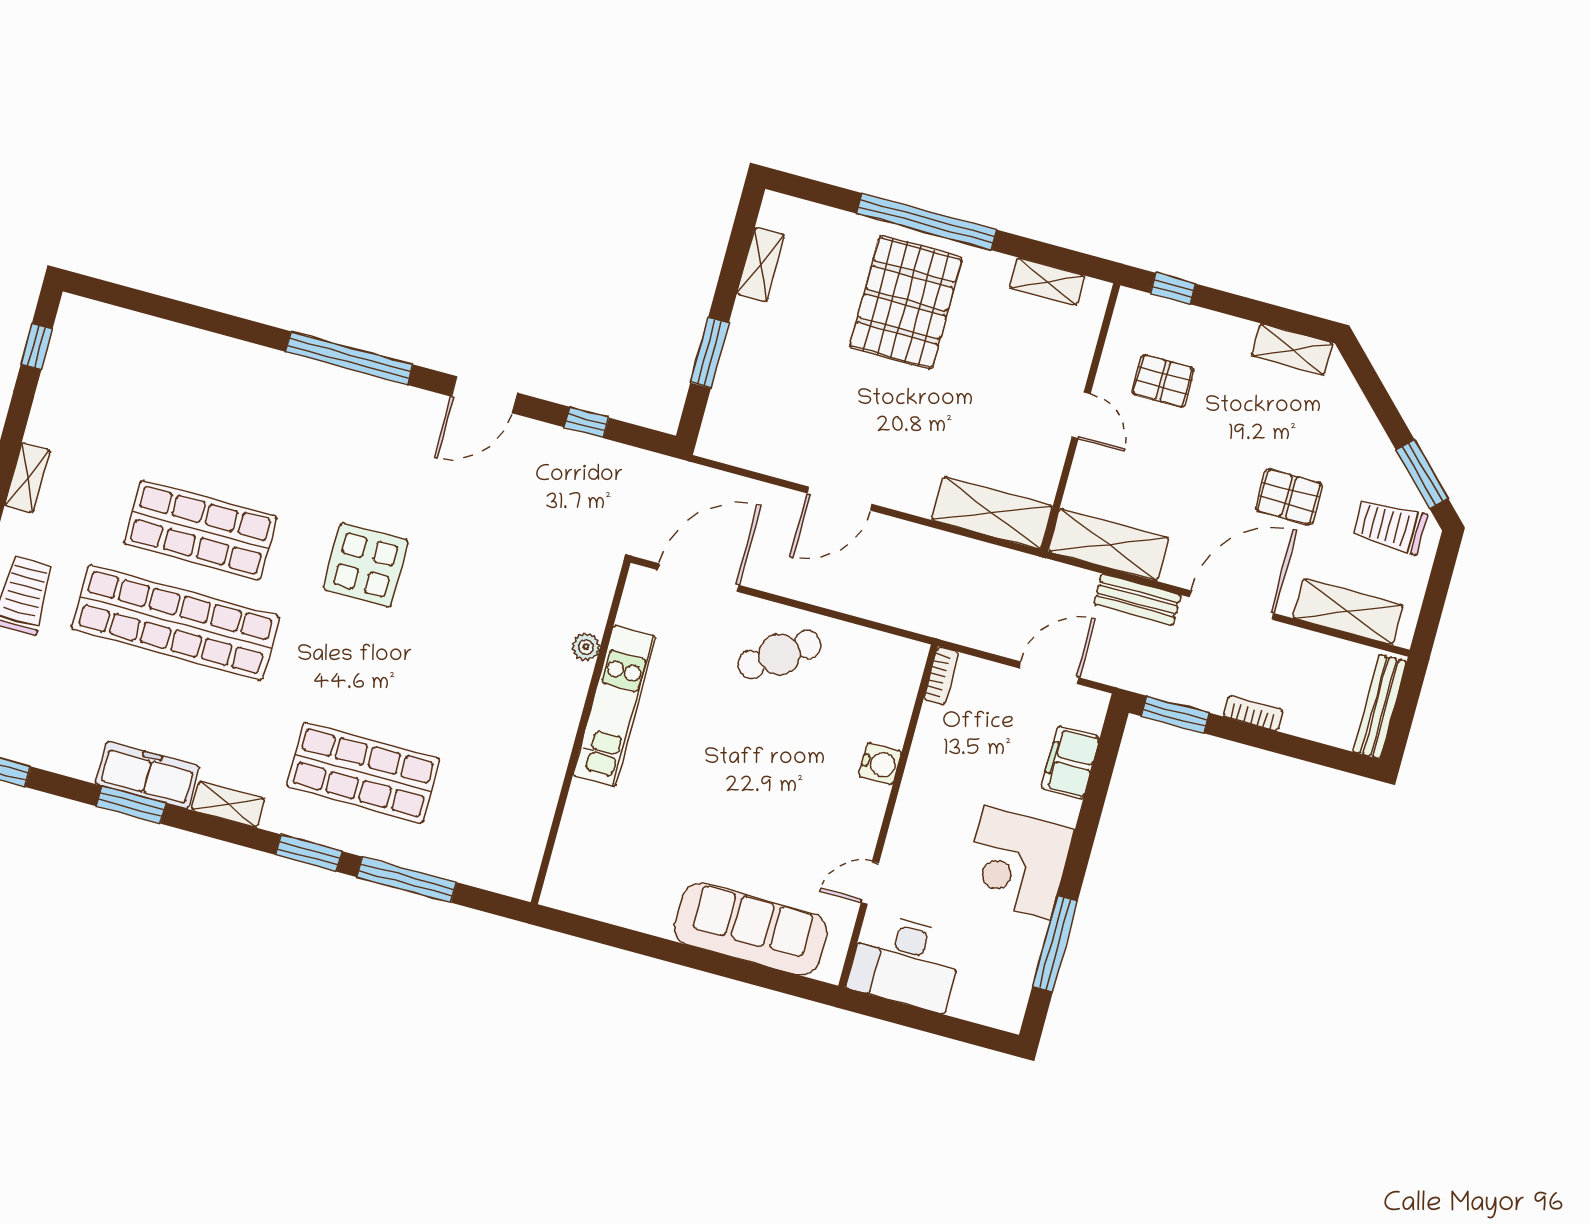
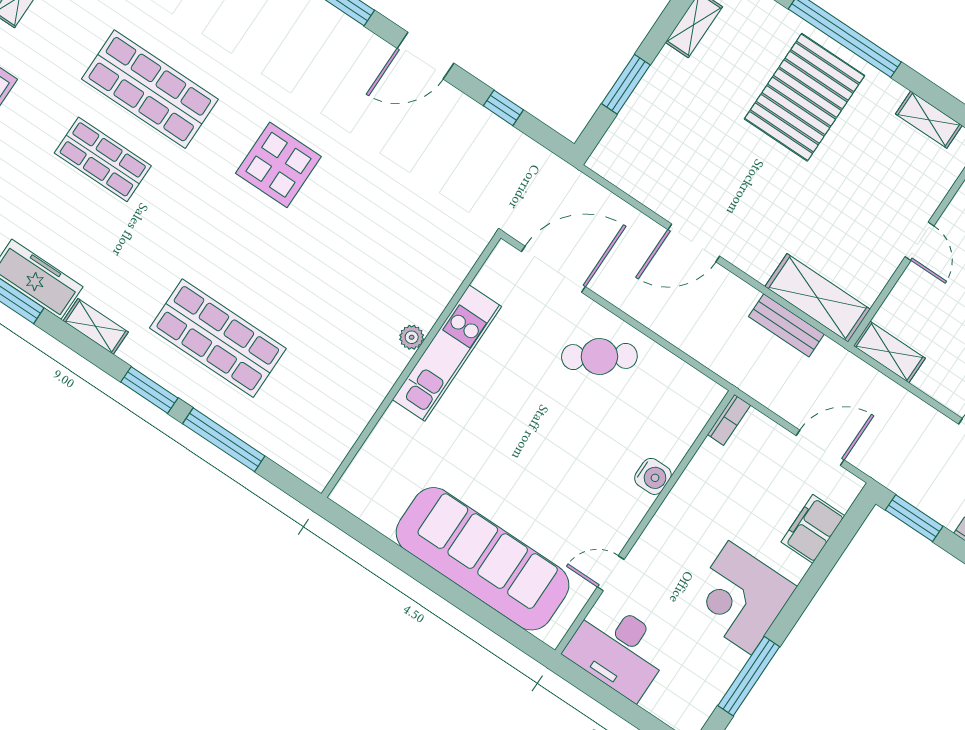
shelving: (1108, 545) -> (889, 352), width x0.67, depth x0.75
bench: (1137, 599) -> (786, 325), moved
shop shelf: (175, 622) -> (103, 159), width x0.50, depth x0.74
plant: (586, 647) -> (412, 337), moved
sofa: (751, 929) -> (483, 559), width x1.36, depth x1.27

